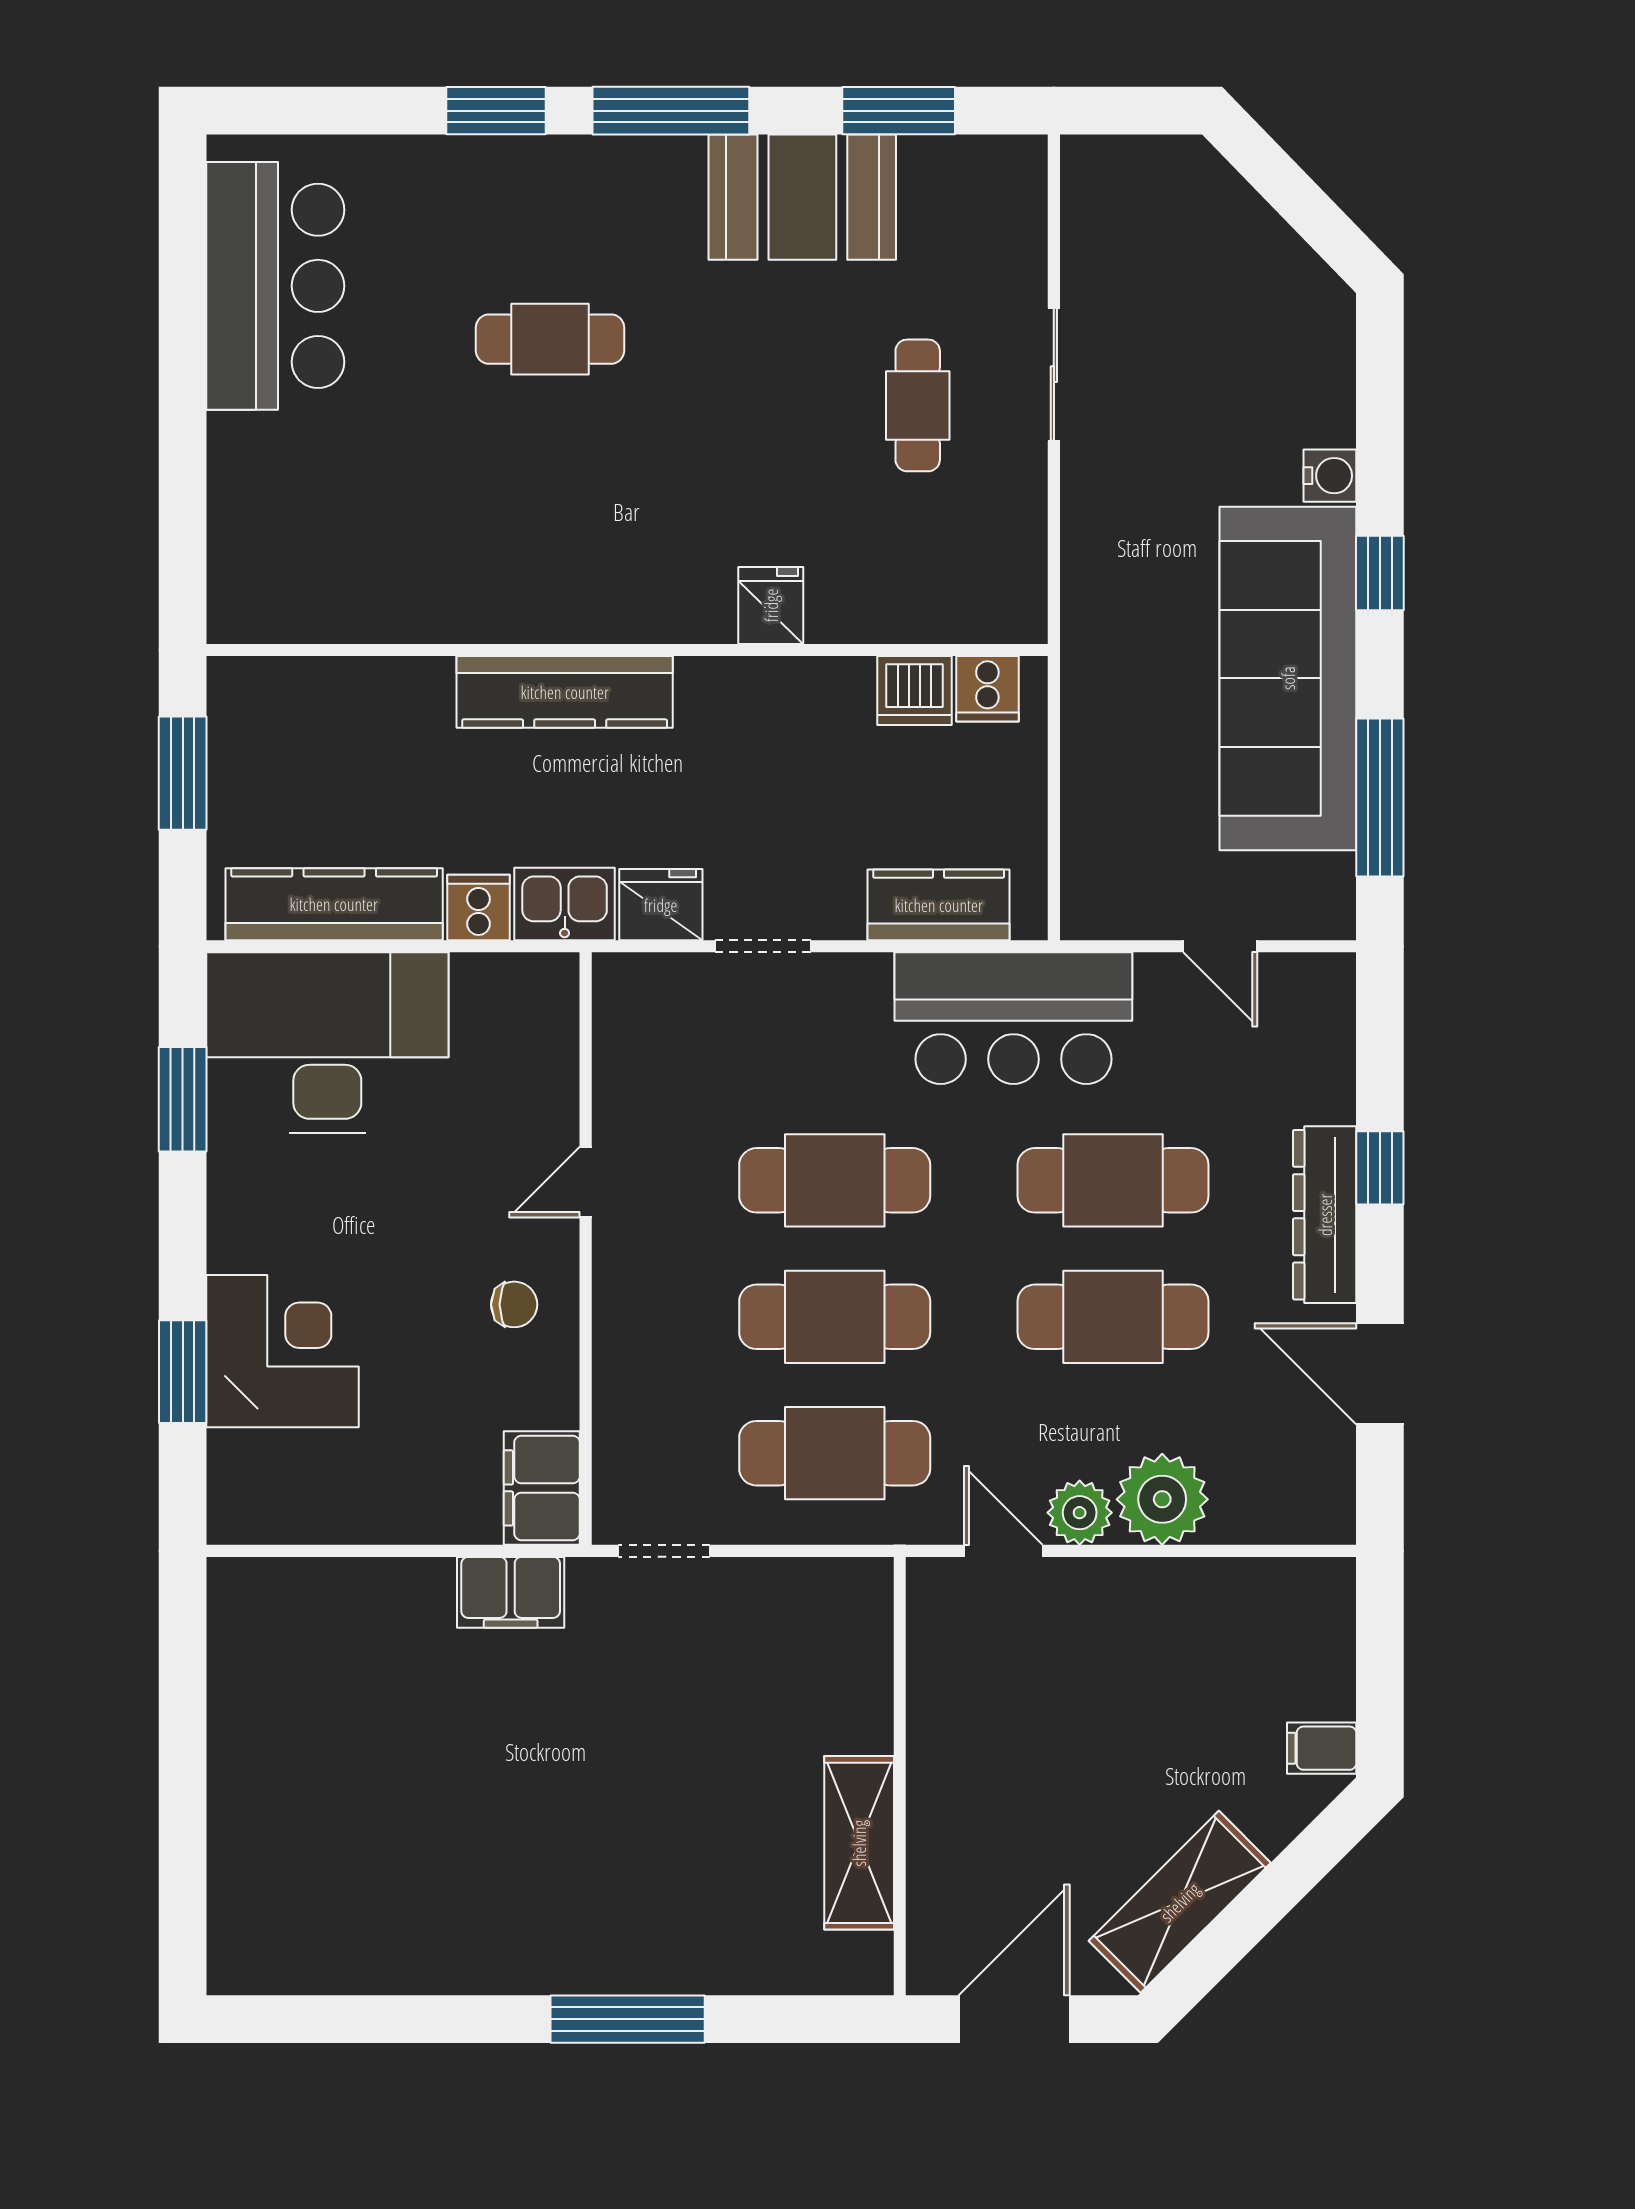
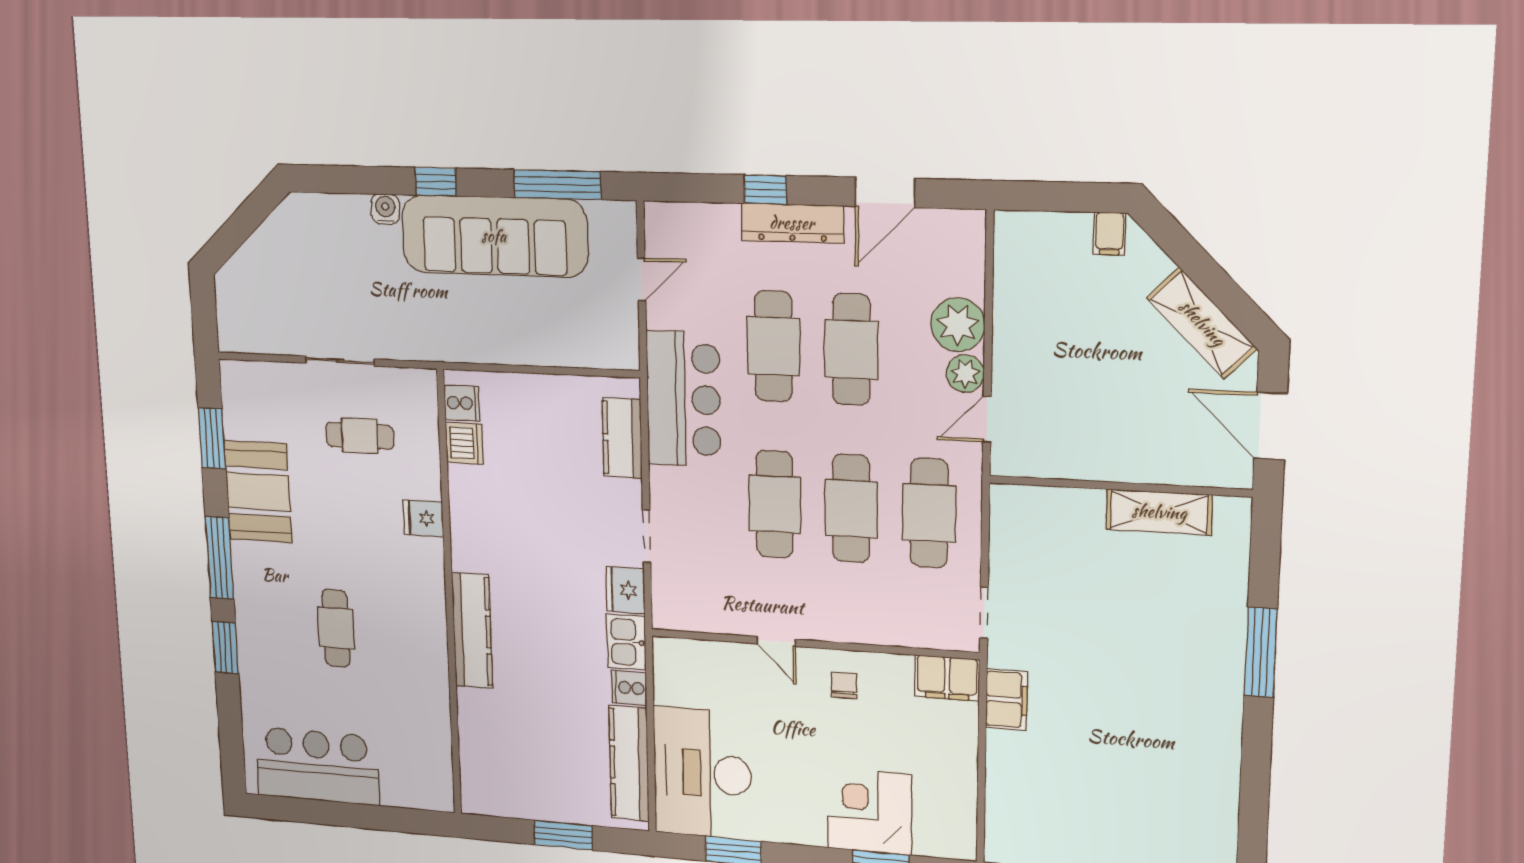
fridge: (771, 605) -> (423, 518), moved
wall: (627, 650) -> (449, 596), moved
cooker: (987, 689) -> (462, 403), moved
dishwasher: (914, 691) -> (464, 443), moved
kitchen counter: (565, 692) -> (472, 631), moved

